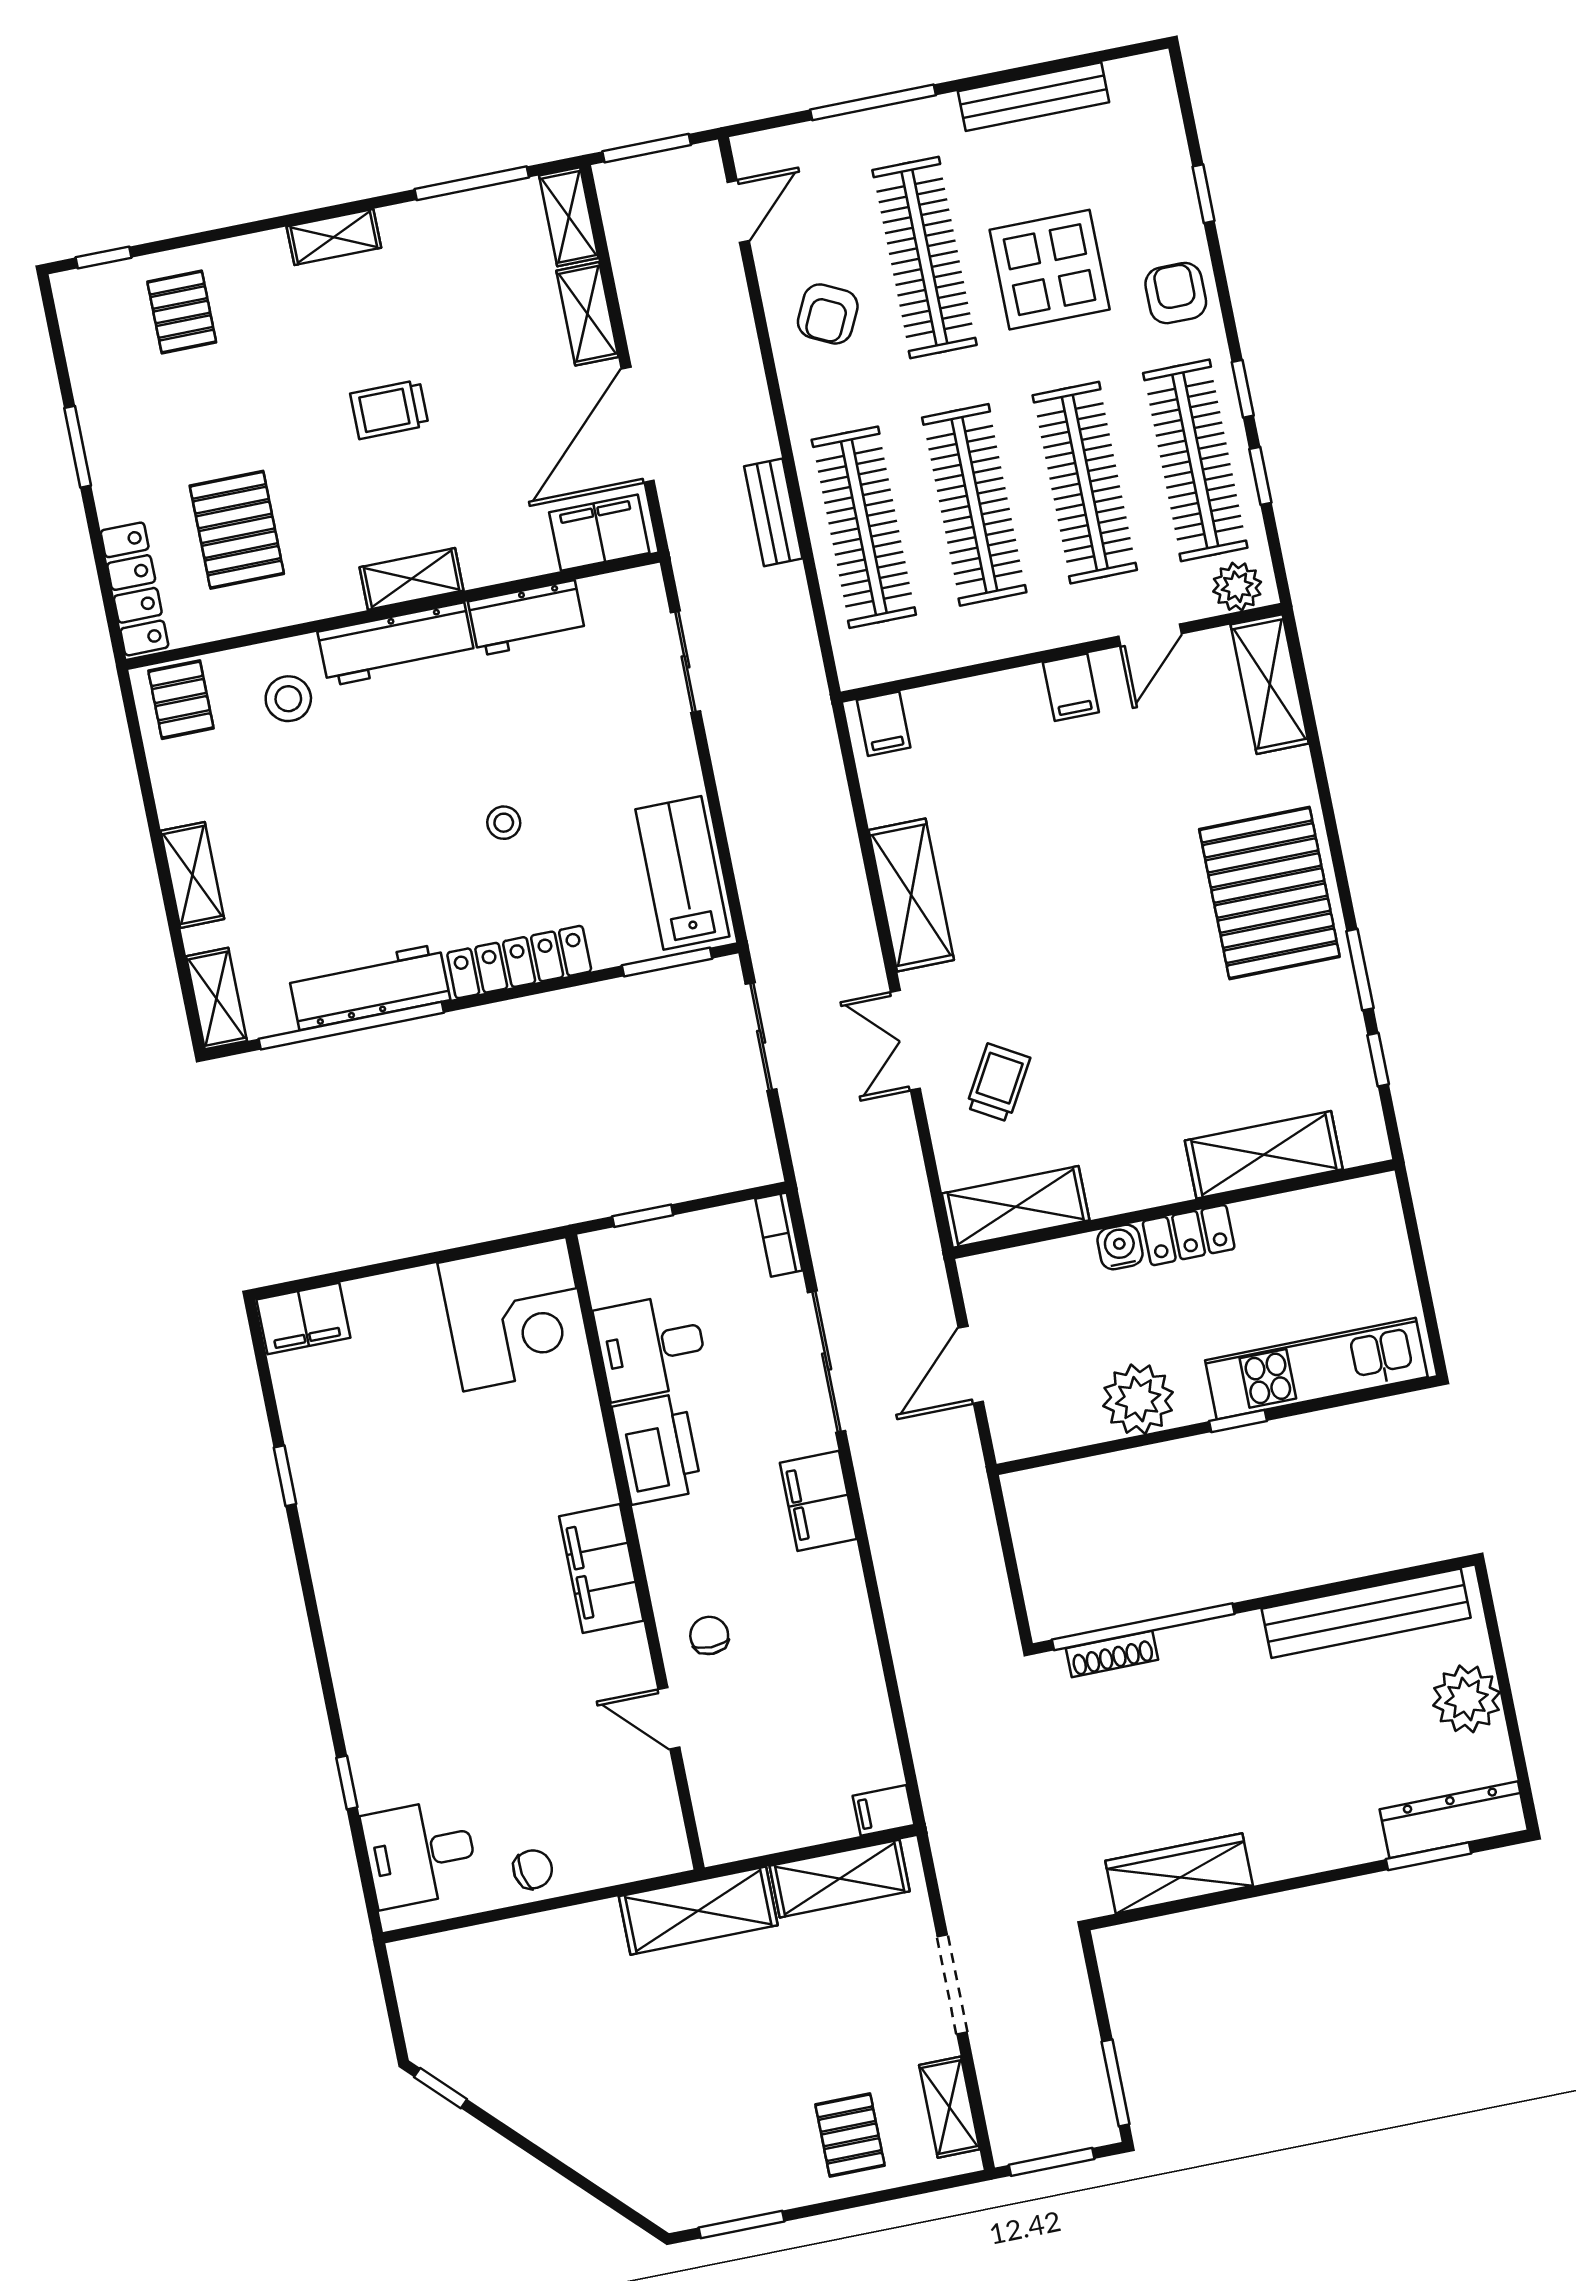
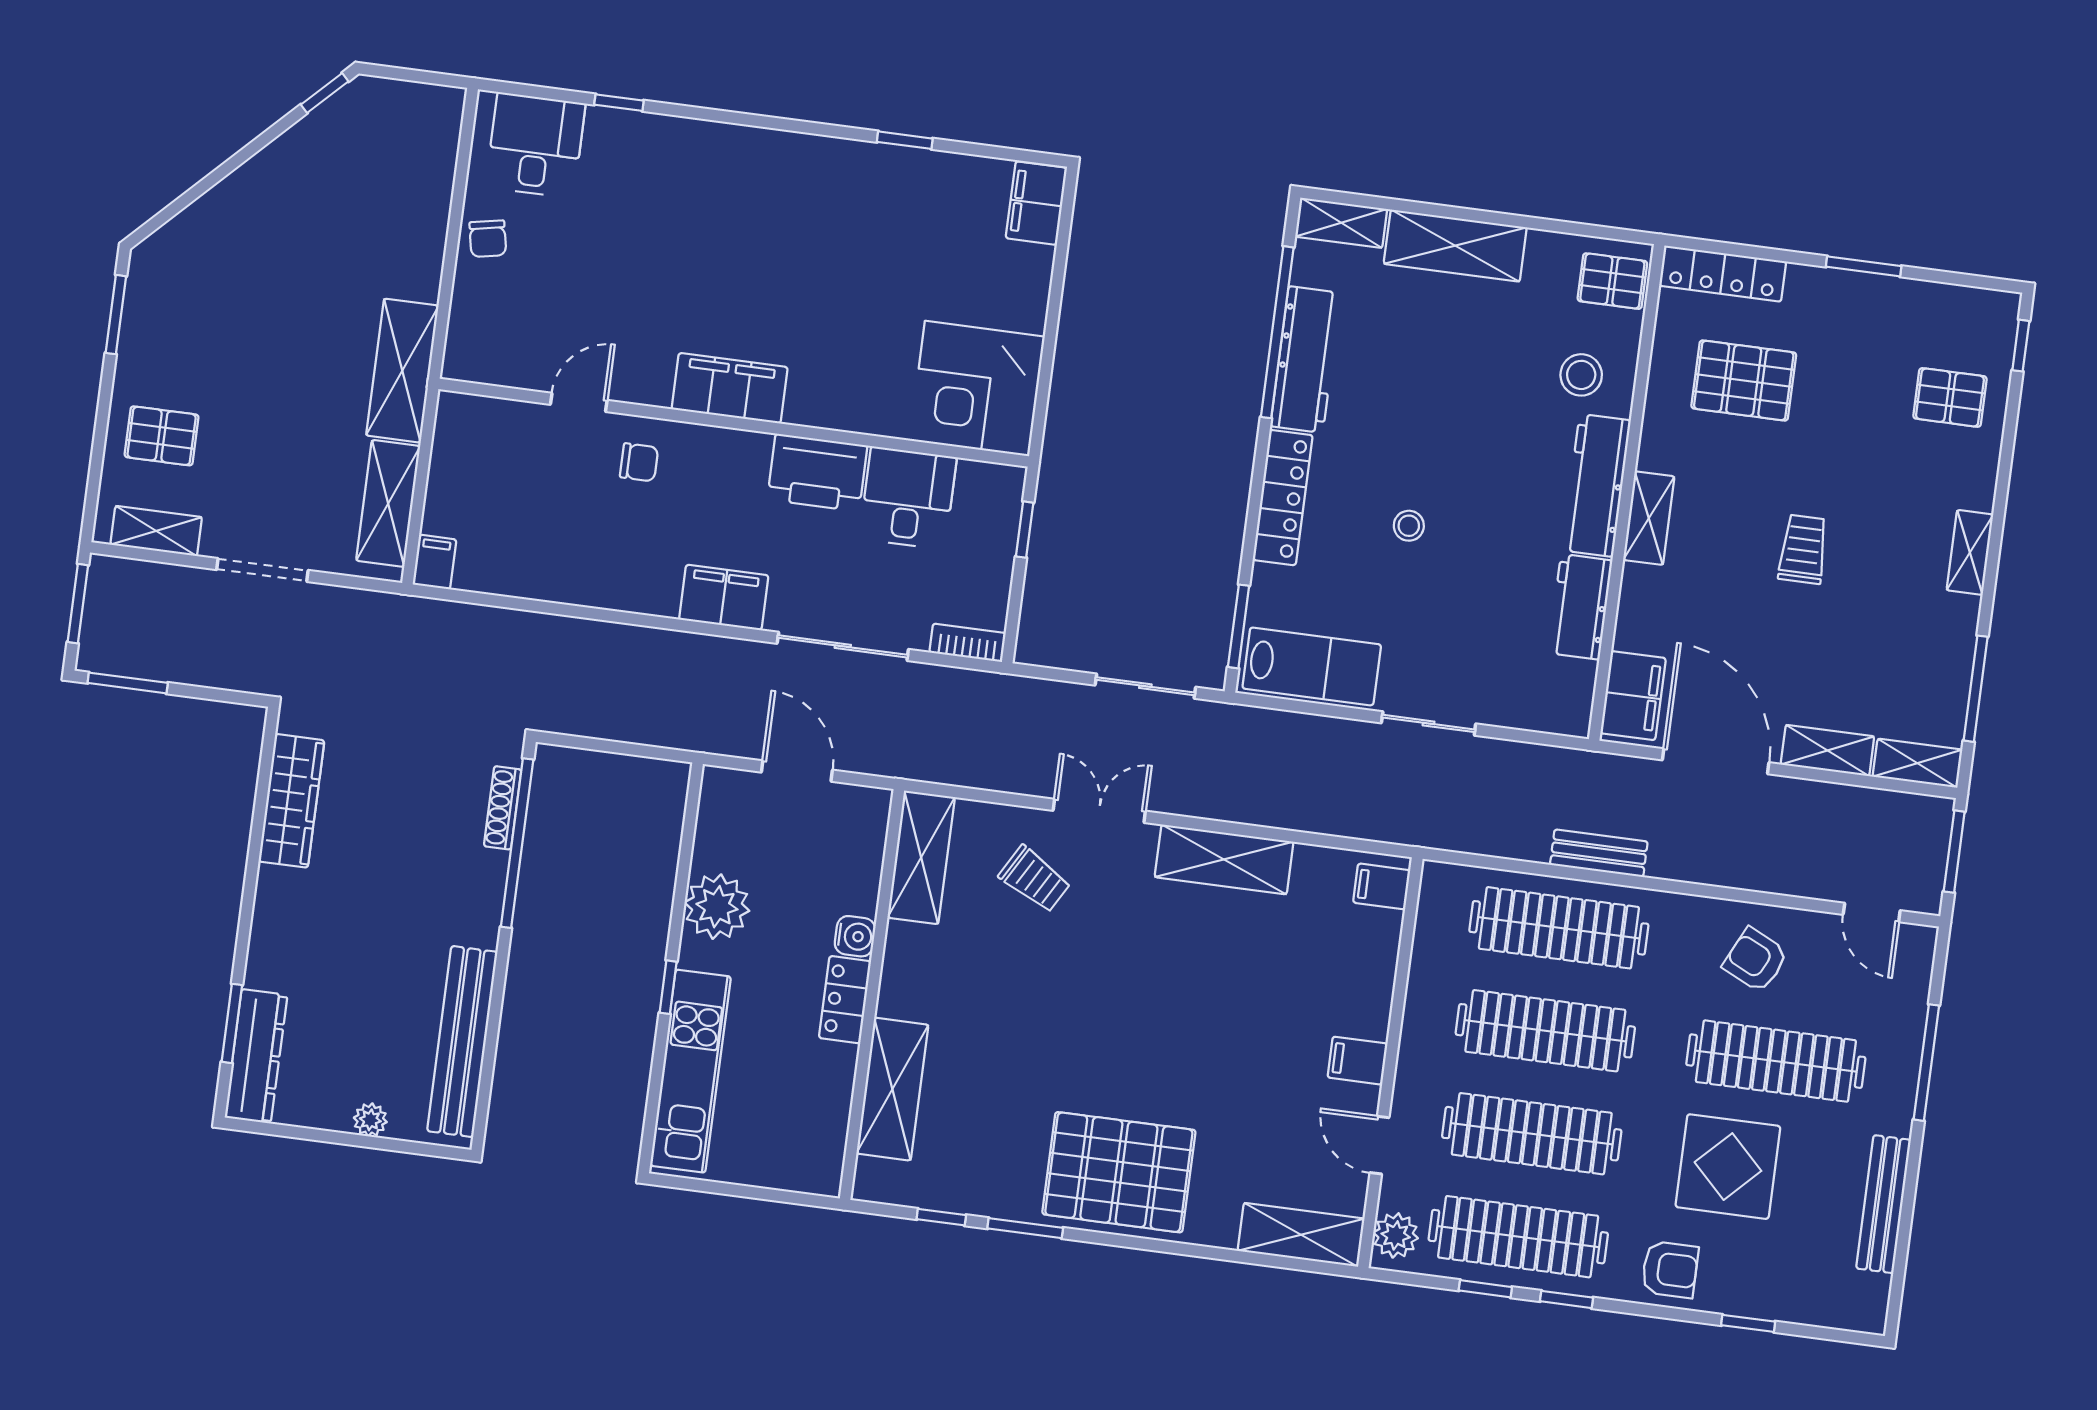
sliding door: (685, 662) -> (1429, 723), moved
shelving: (192, 875) -> (1455, 246), width x1.50, depth x1.33
plant: (1466, 1699) -> (370, 1120), width x0.53, depth x0.53

